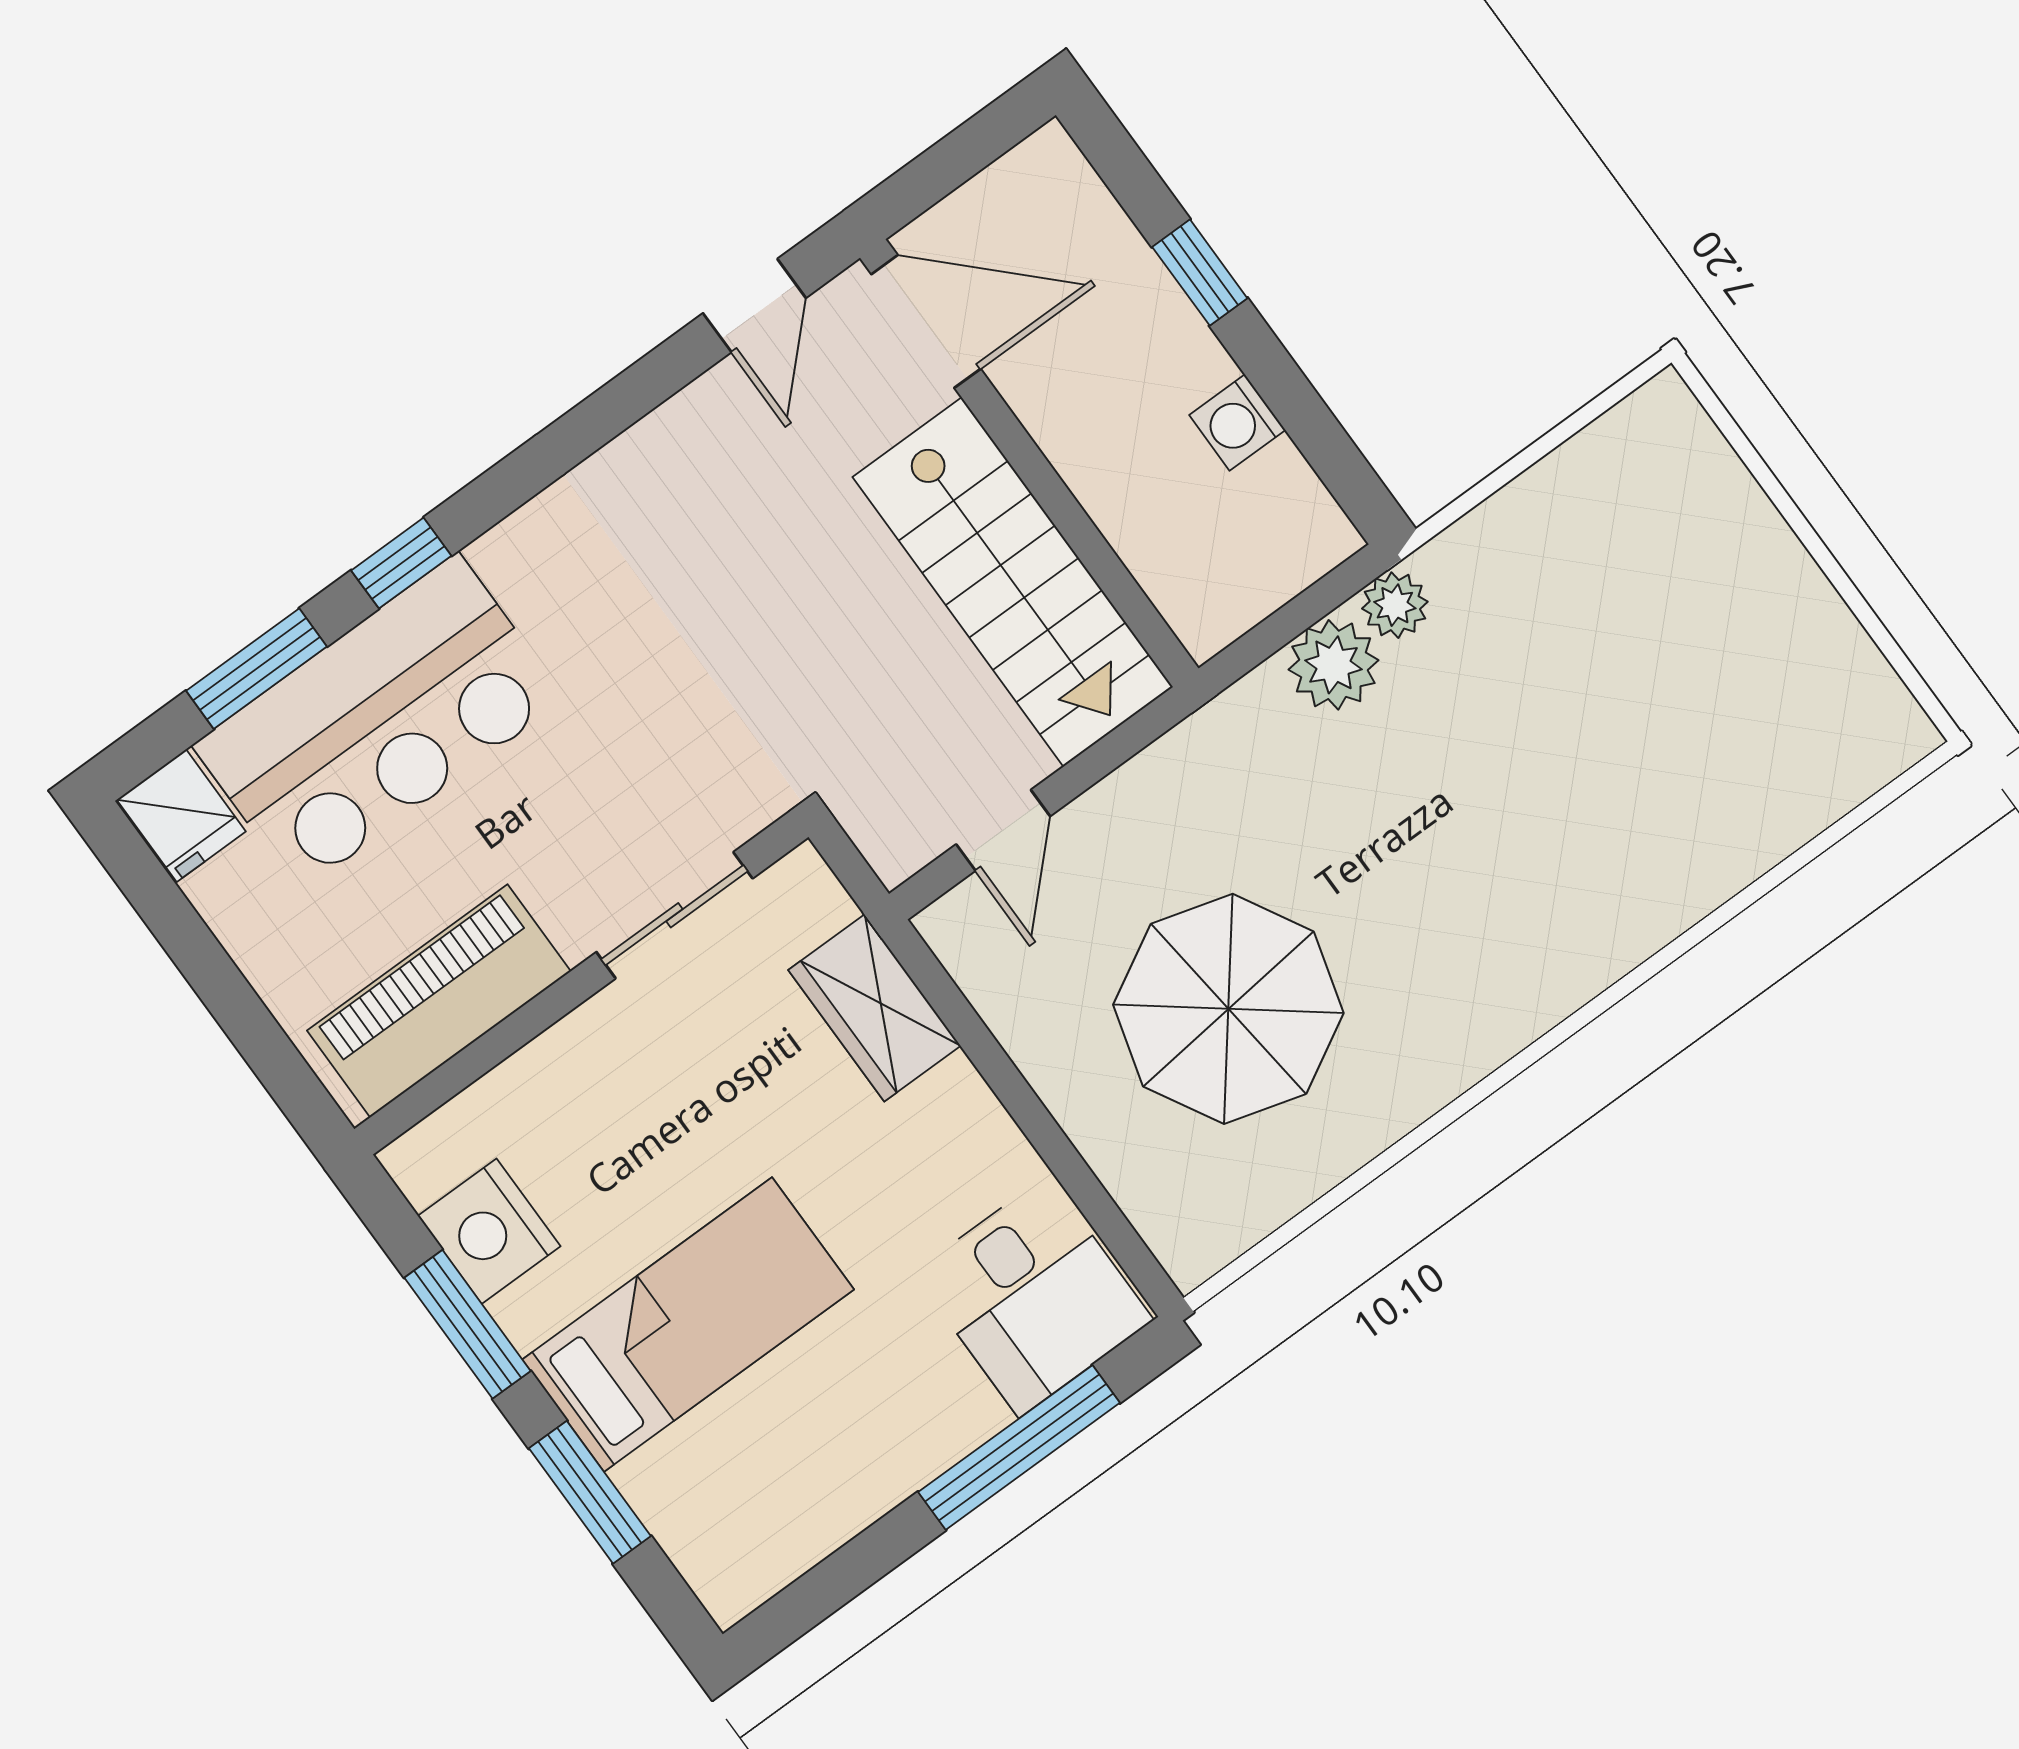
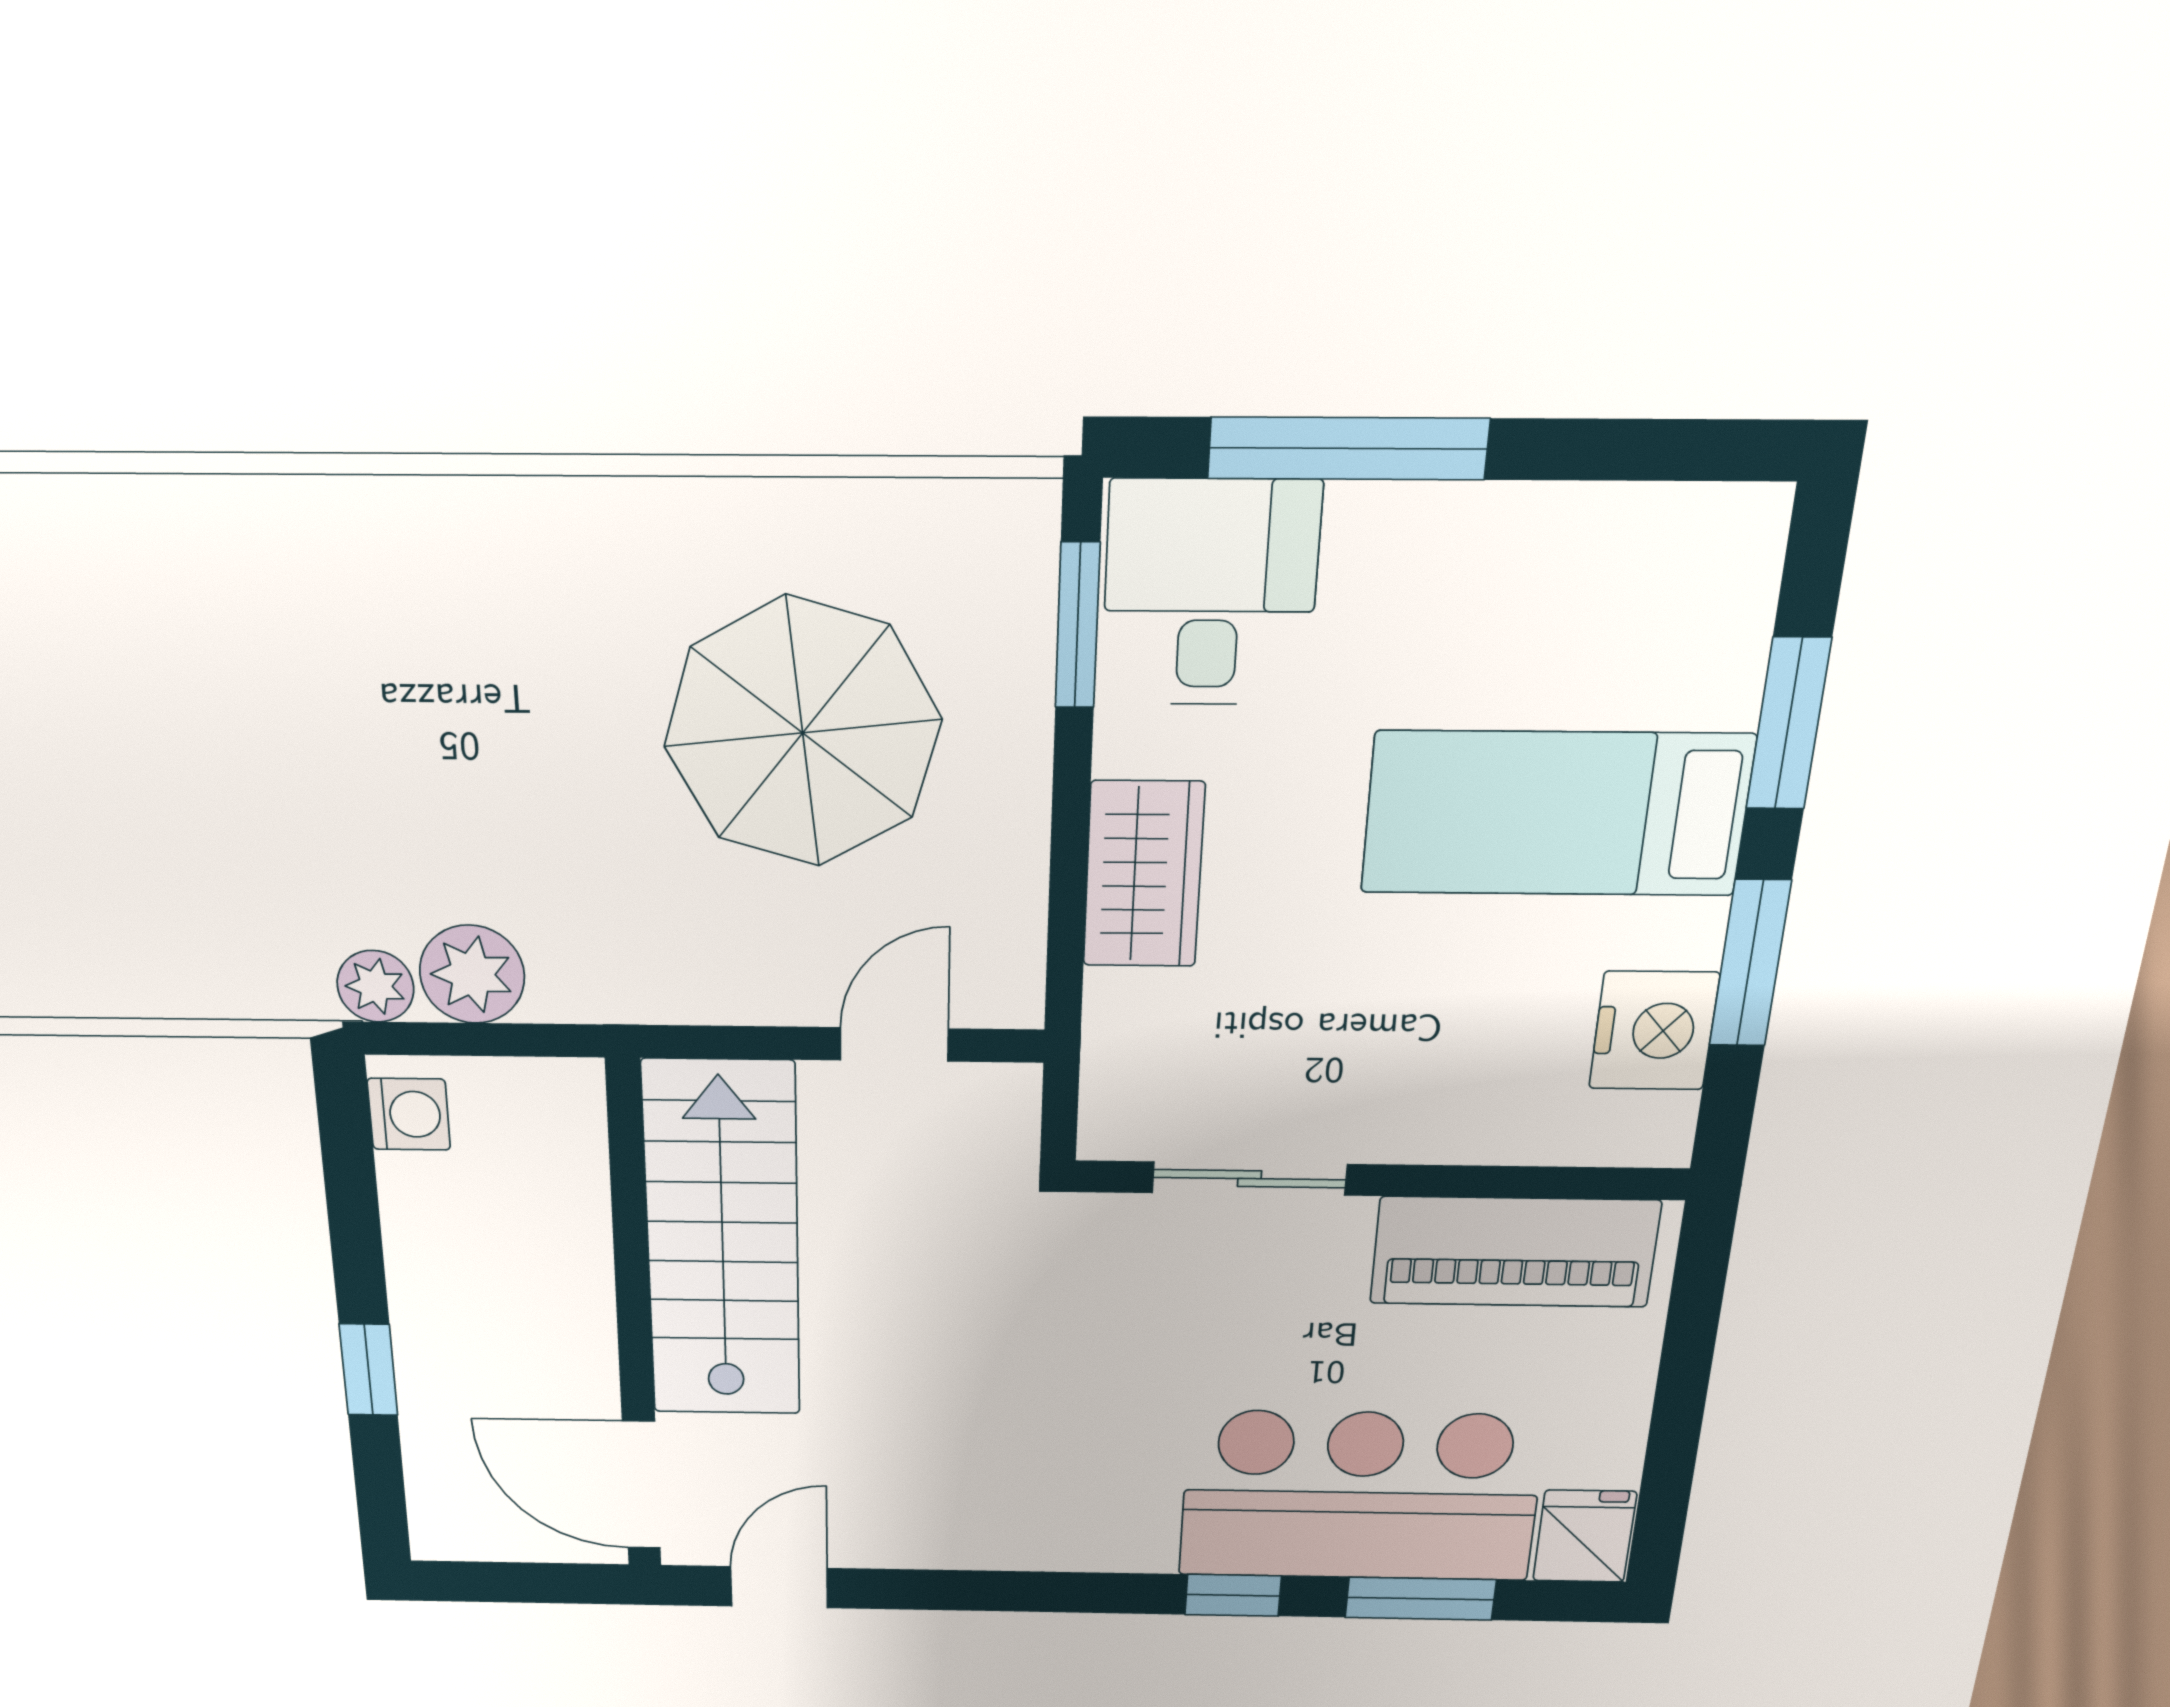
washing machine: (1237, 423) -> (409, 1114), moved
wardrobe: (875, 1008) -> (1144, 874), moved
window: (1102, 1213) -> (1078, 625), added

